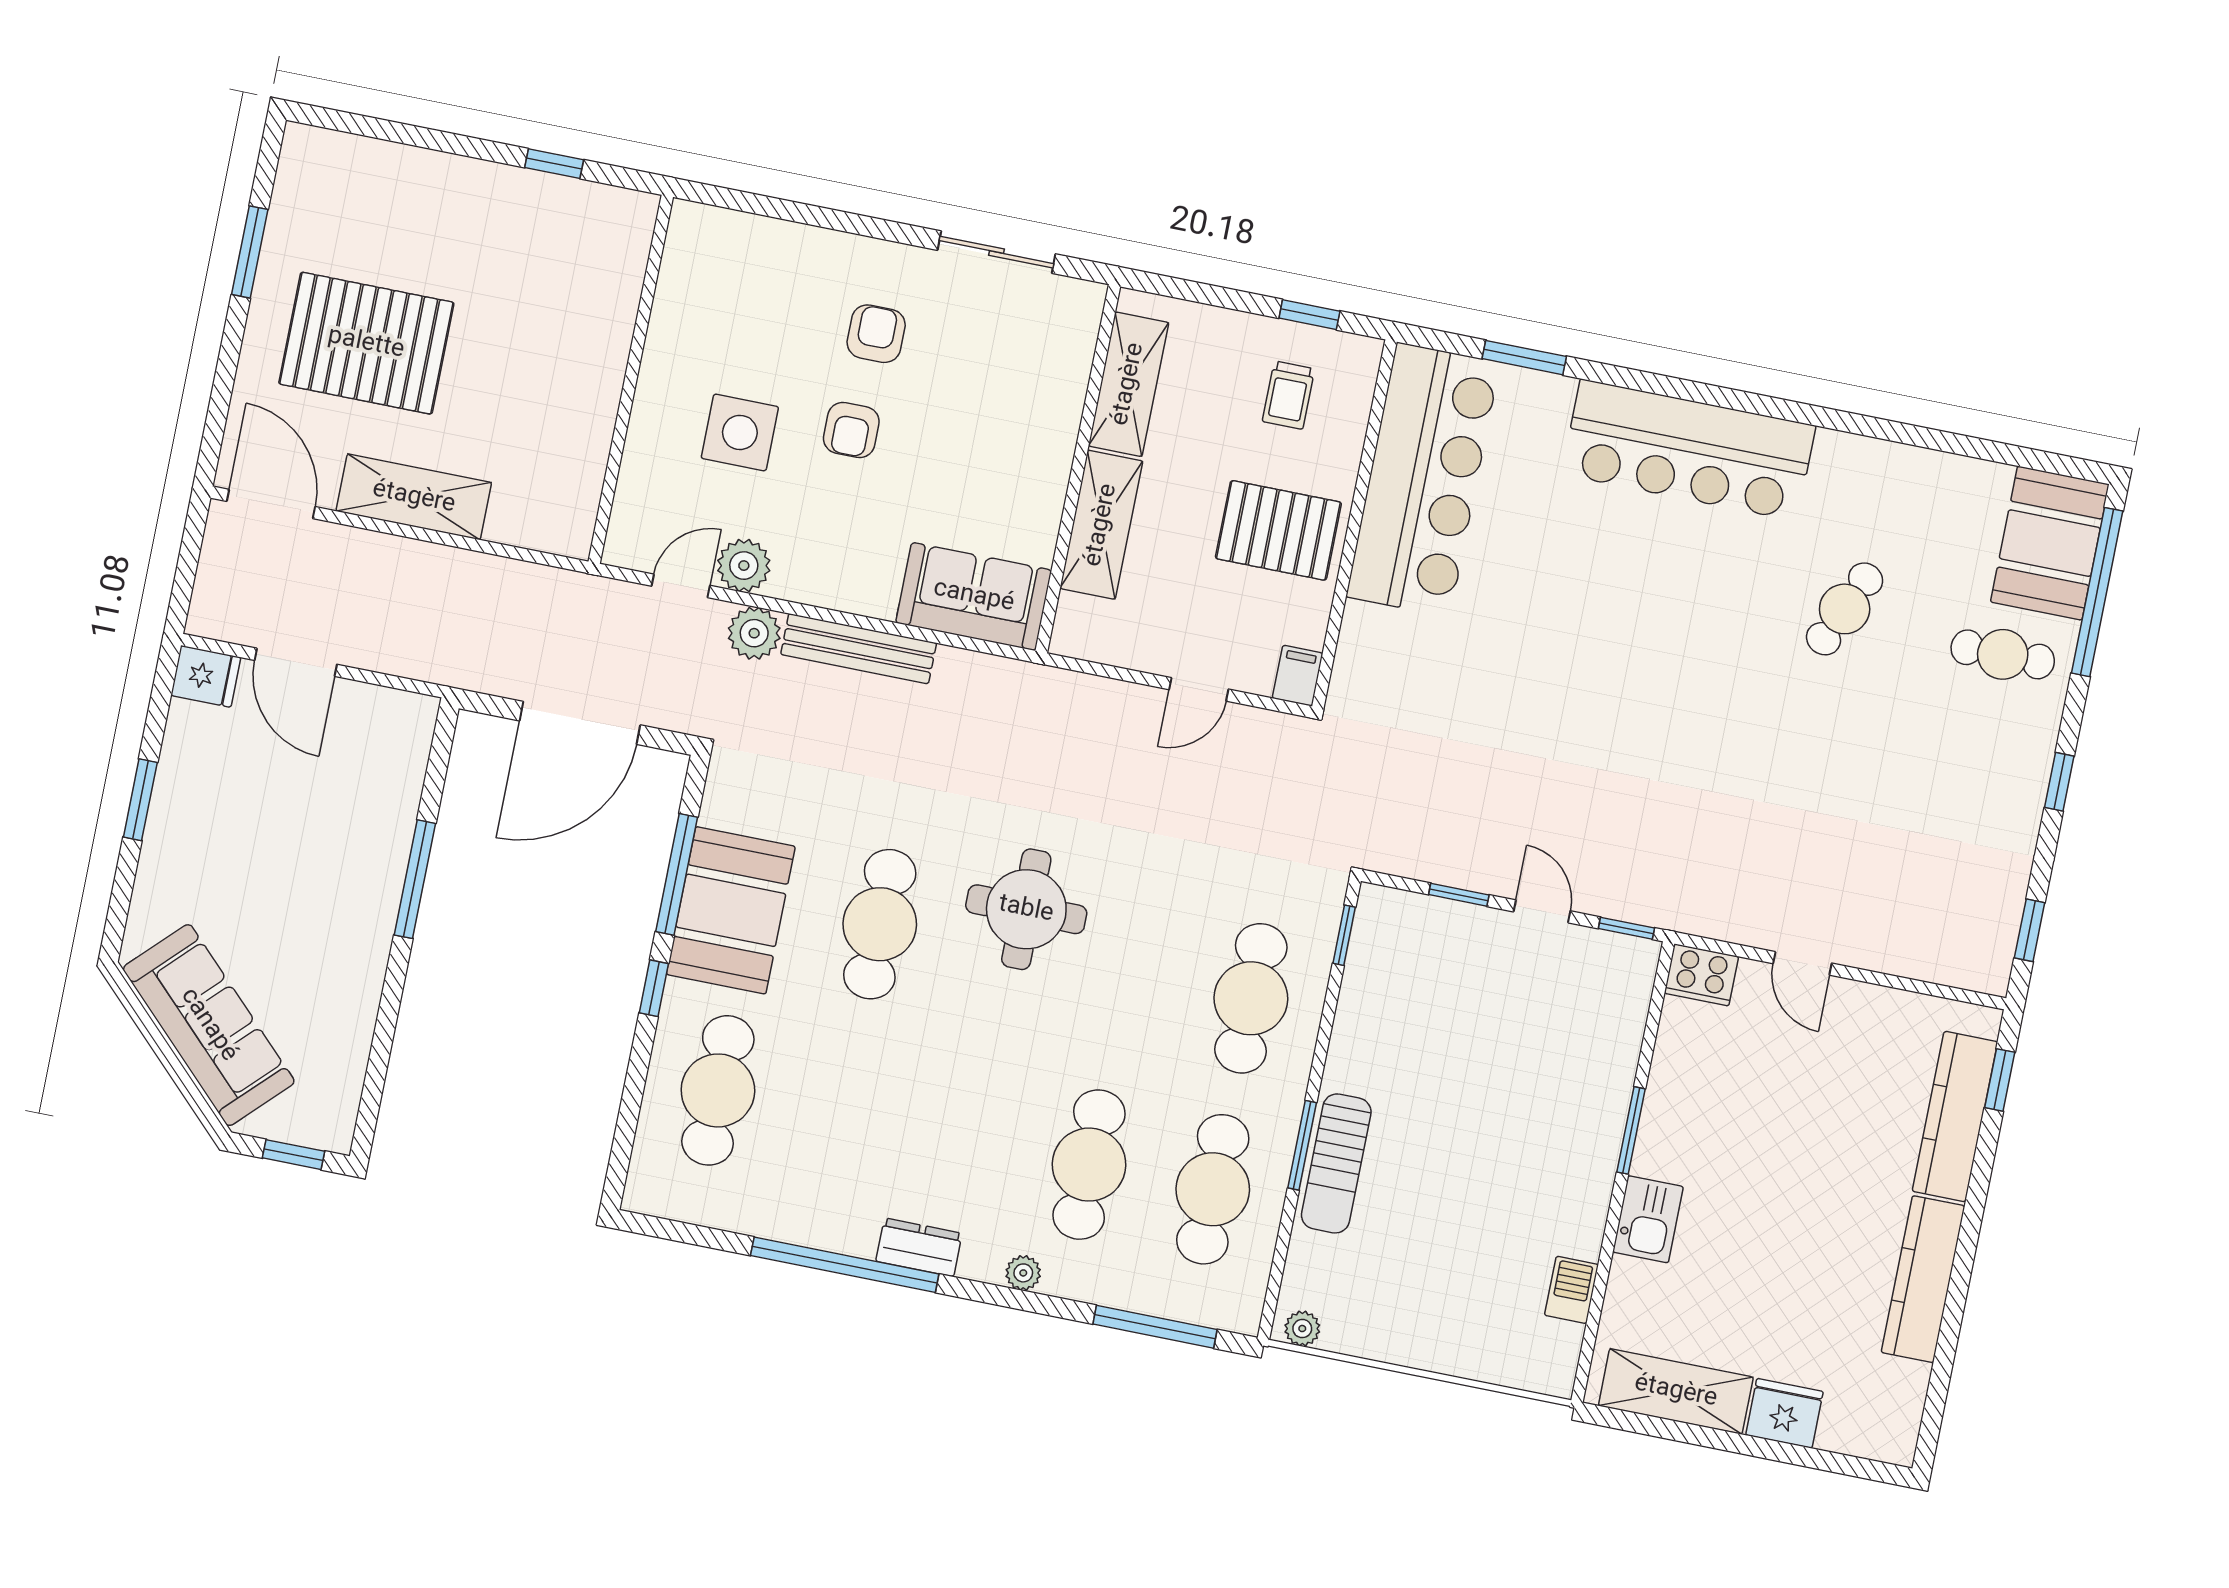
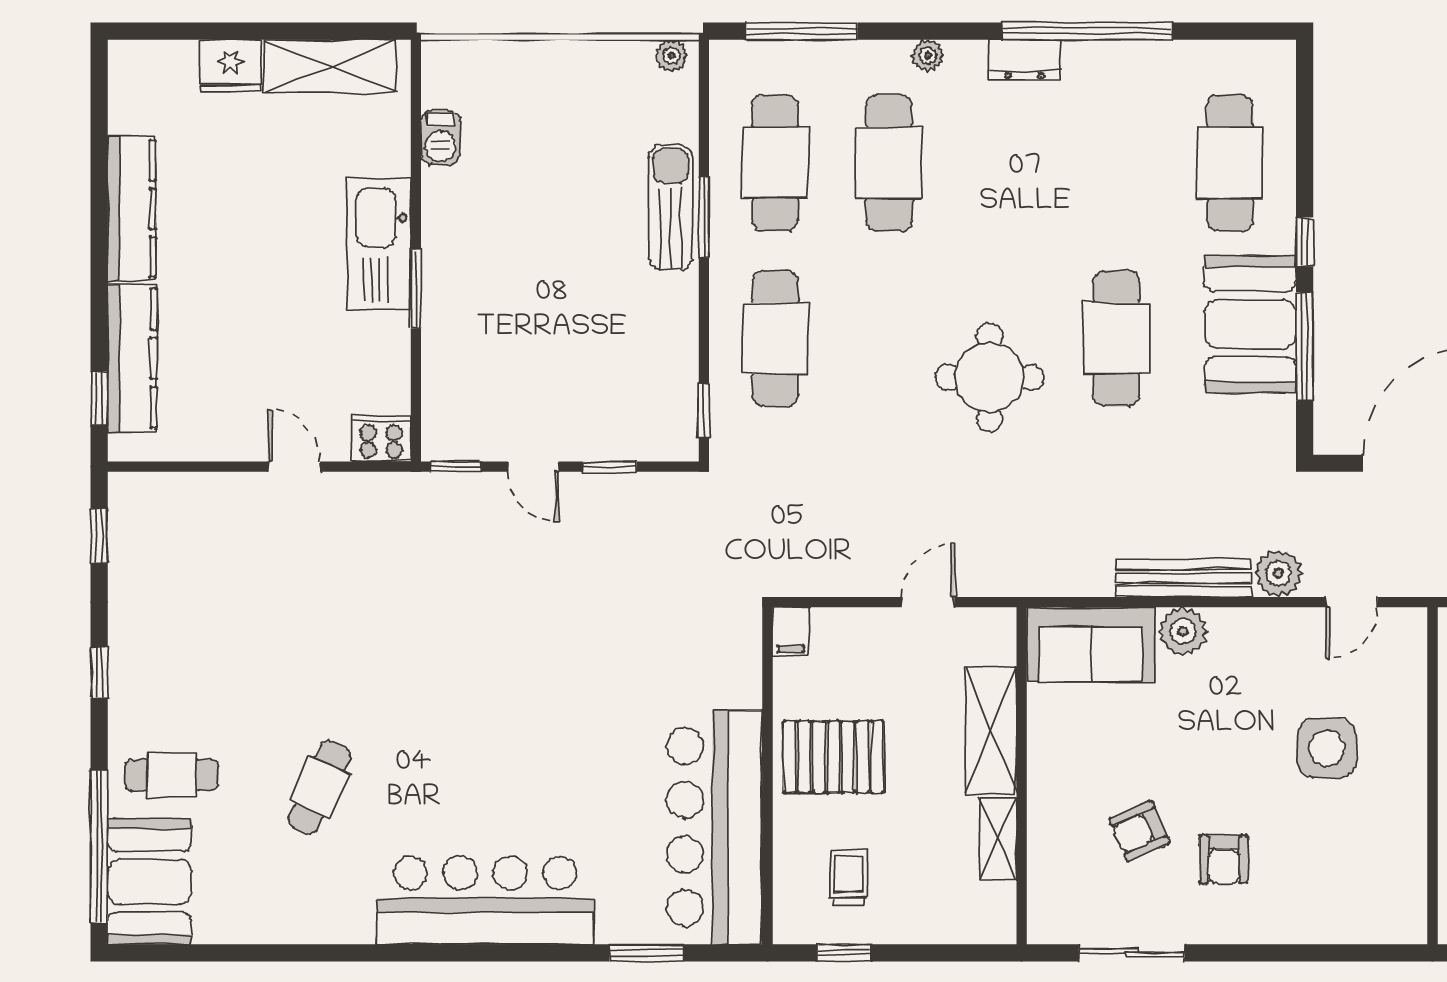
shelving: (1128, 384) -> (998, 839), width x0.67, depth x0.75
armchair: (851, 430) -> (1139, 831), moved, turned -113
plant: (744, 566) -> (1183, 631), moved
door: (1199, 689) -> (928, 602), moved
kitchen sink: (1648, 1219) -> (379, 244), width x1.87, depth x1.24

